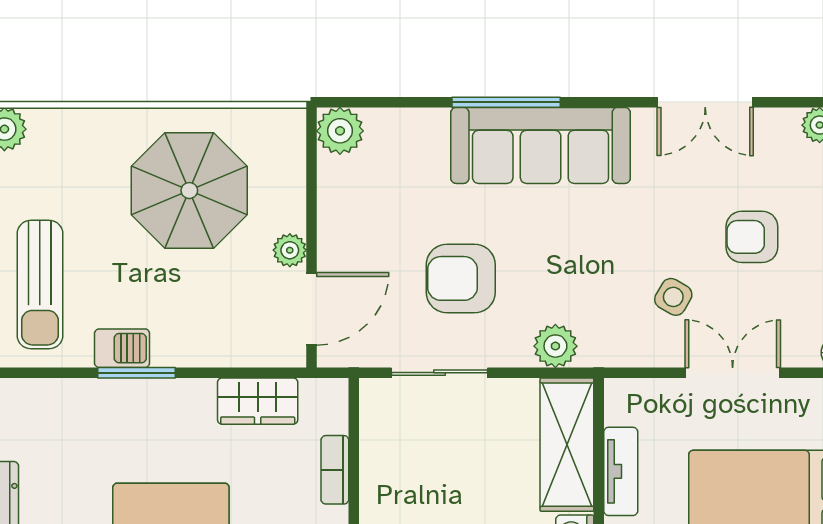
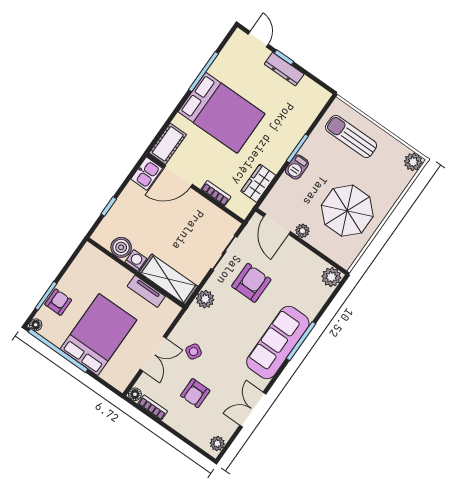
armchair: (752, 237) -> (195, 393), turned 180
barbecue: (122, 348) -> (297, 167), moved

